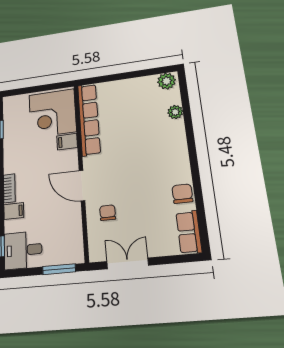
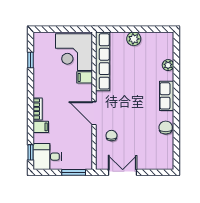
plant: (166, 81) -> (134, 39), moved
row of seats: (189, 232) -> (167, 96), moved

